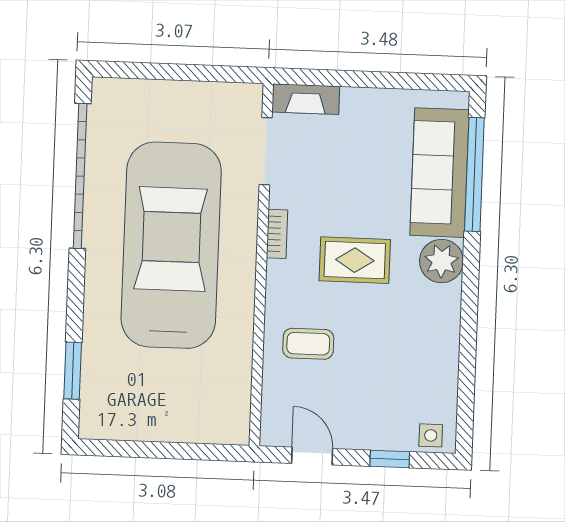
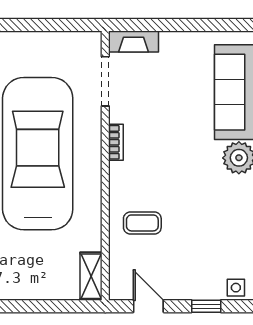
rug: (355, 260) -> (174, 160), removed
shelving: (236, 413) -> (91, 276), added

